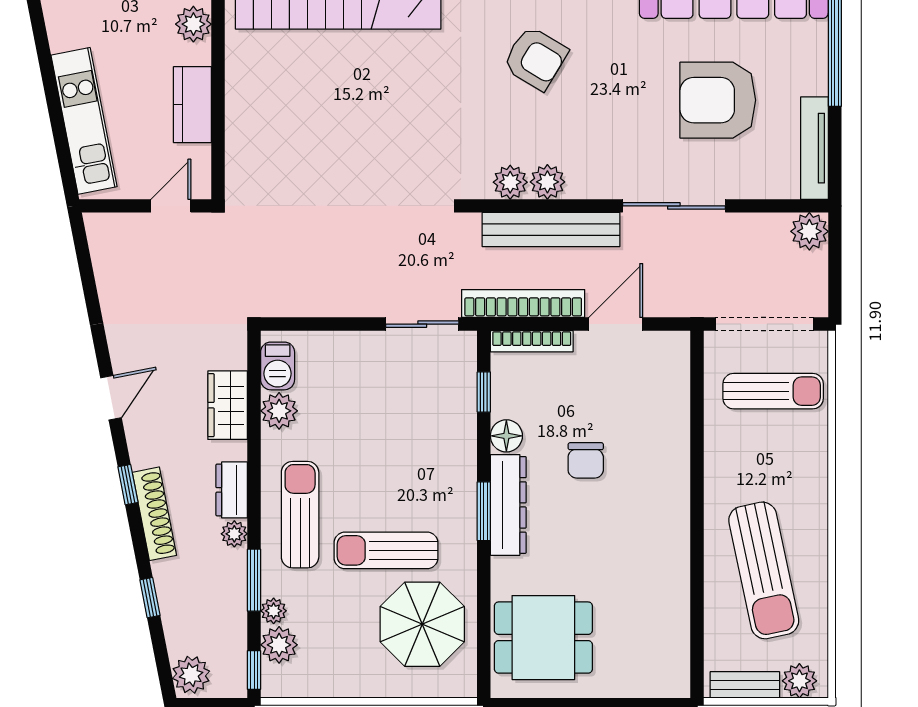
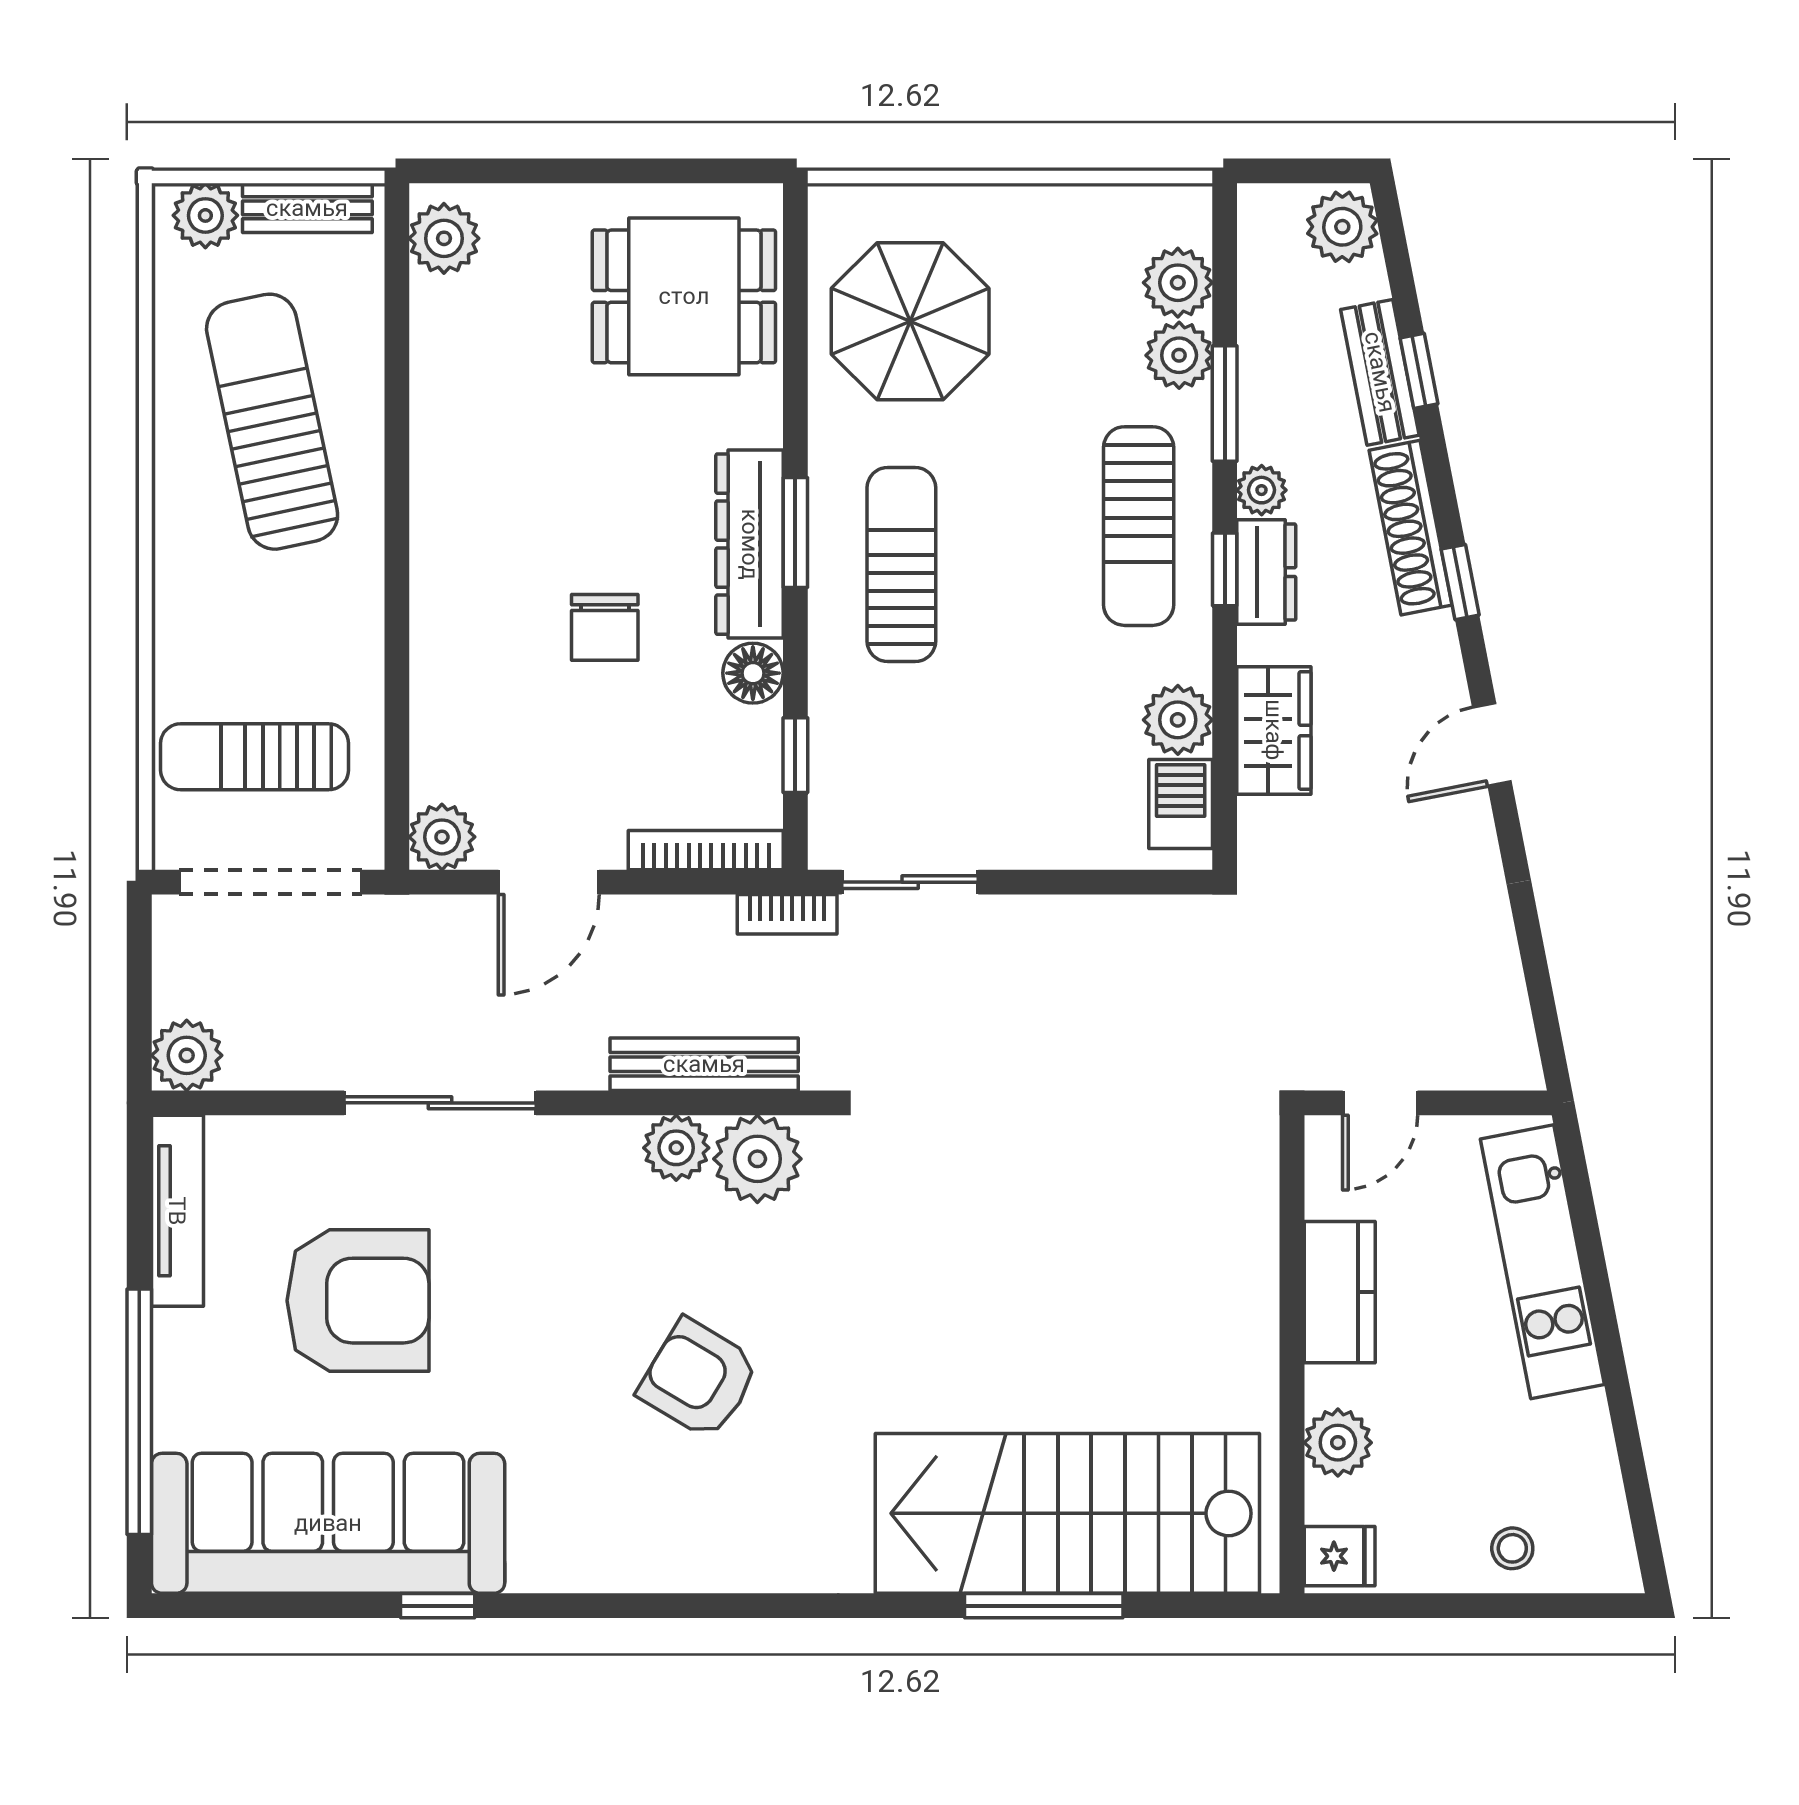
plant: (510, 182) -> (757, 1159), width x1.36, depth x1.36
bench: (551, 230) -> (704, 1064), width x0.73, depth x0.82
bookcase: (523, 303) -> (787, 914), width x0.43, depth x0.76
plant: (673, 348) -> (442, 837), added
chair: (586, 460) -> (605, 627), turned 180
sun lounger: (386, 550) -> (901, 564), moved, turned -90
bench: (171, 597) -> (1380, 372), added
plant: (274, 611) -> (1179, 355), width x1.38, depth x1.38
plant: (672, 669) -> (444, 238), added
window: (254, 670) -> (1225, 569), moved

